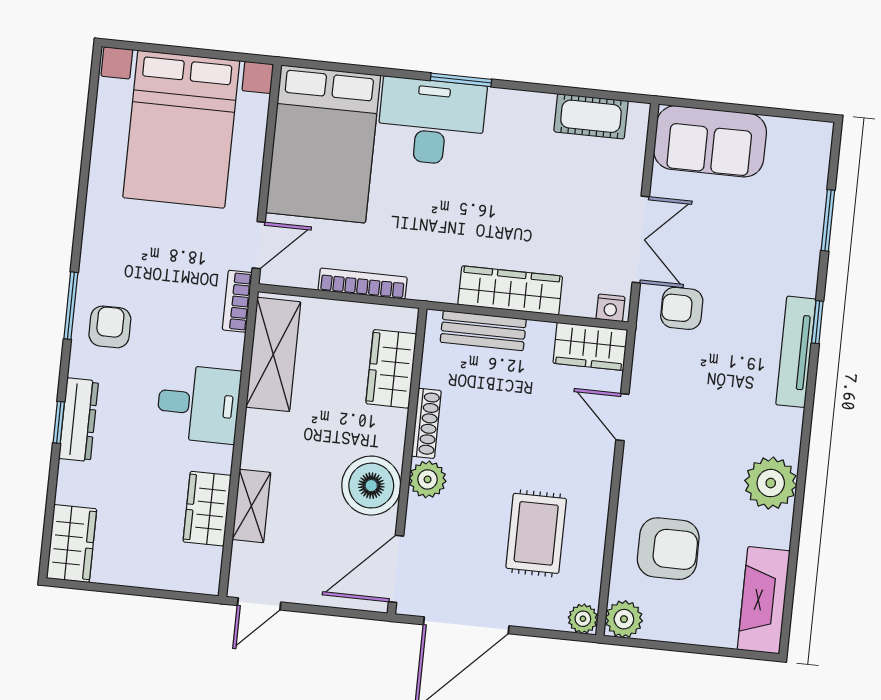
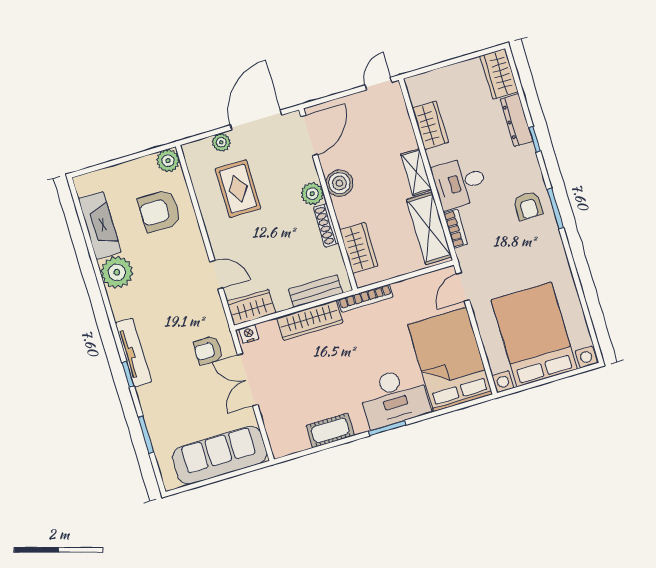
cot: (591, 116) -> (330, 430), moved
sofa: (710, 141) -> (220, 455), width x1.36
bookcase: (363, 284) -> (366, 298), moved
bookcase: (237, 301) -> (456, 229), moved
armchair: (682, 308) -> (208, 350), turned 180
dresser: (79, 420) -> (516, 120), moved
boiler: (371, 486) -> (339, 183), width x0.73, depth x0.73
shelving: (251, 506) -> (416, 172), moved
fireplace: (764, 600) -> (100, 225), moved
plant: (583, 619) -> (221, 142), moved

